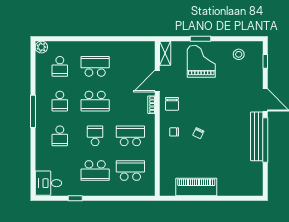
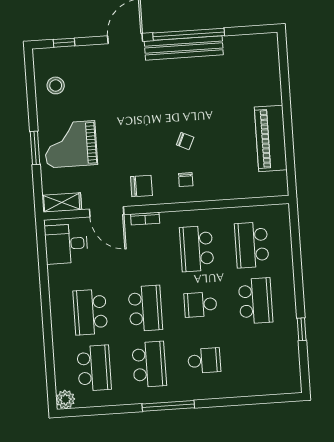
school desk: (60, 66) -> (94, 368), width x1.85
school desk: (60, 101) -> (149, 364), width x1.85
desk: (48, 183) -> (66, 244), moved, turned 90

